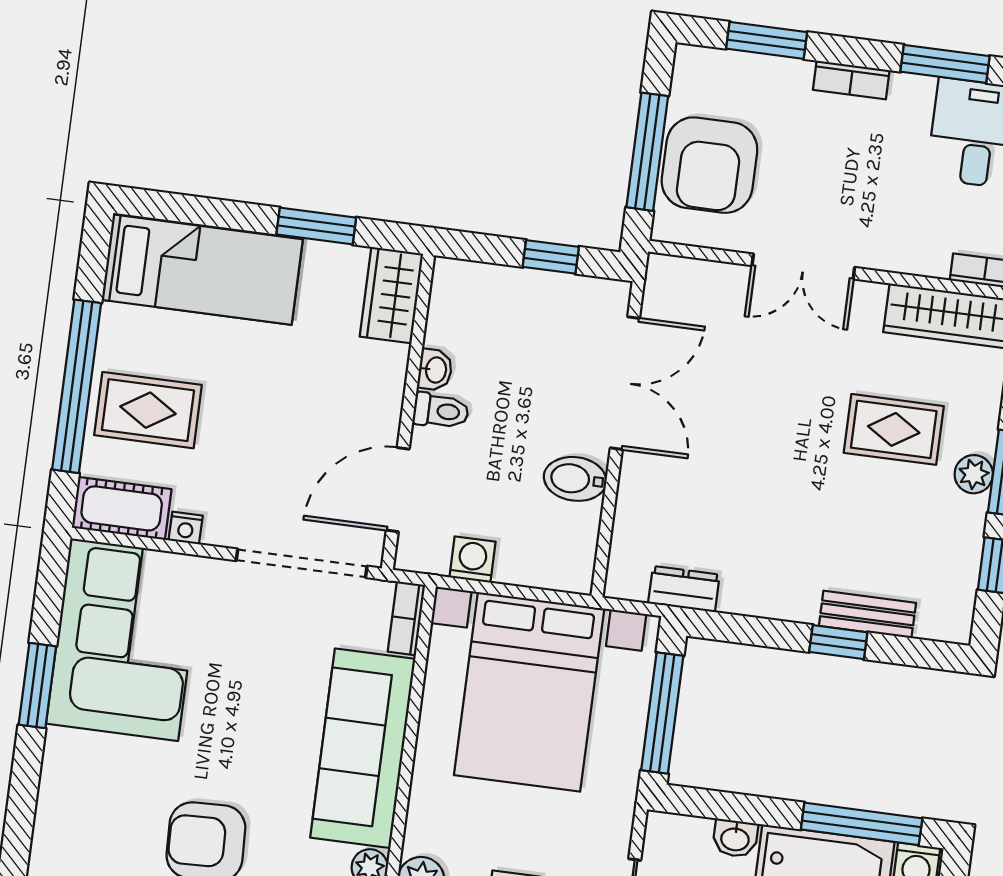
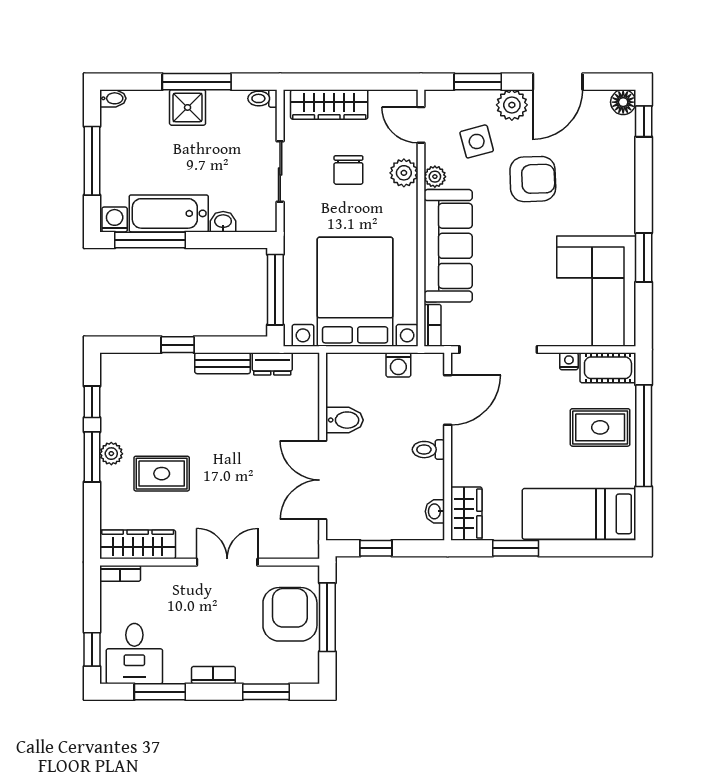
washbasin: (435, 370) -> (435, 511), moved
bench: (867, 614) -> (223, 363), moved

